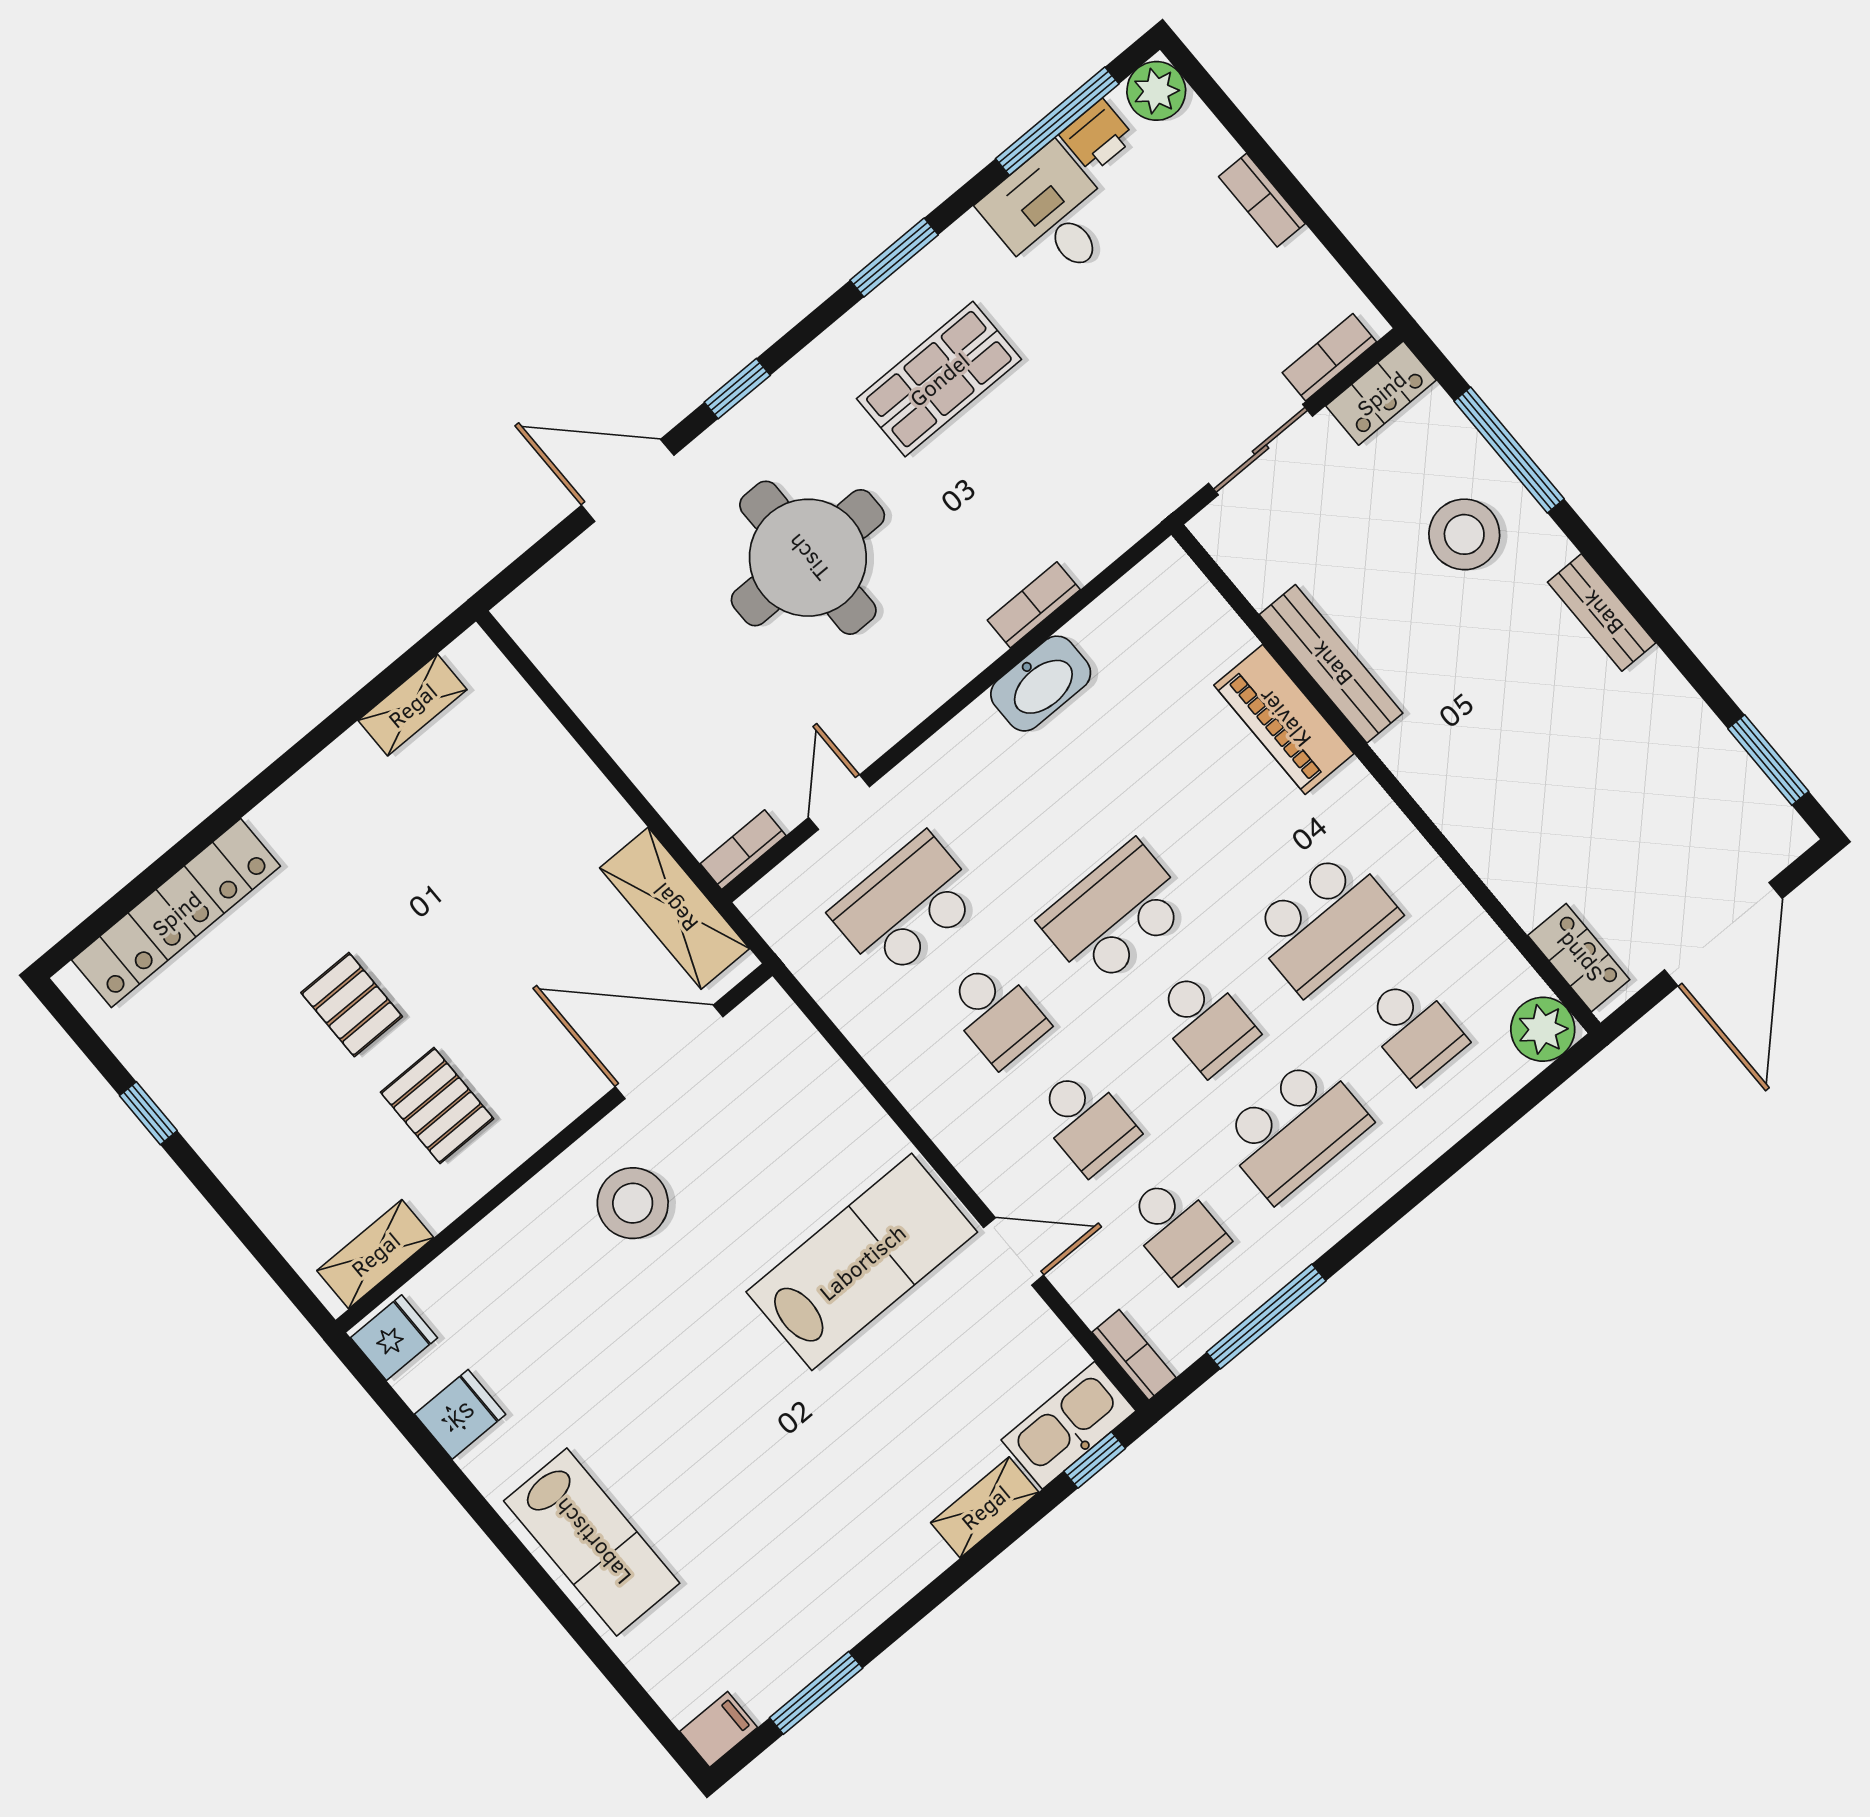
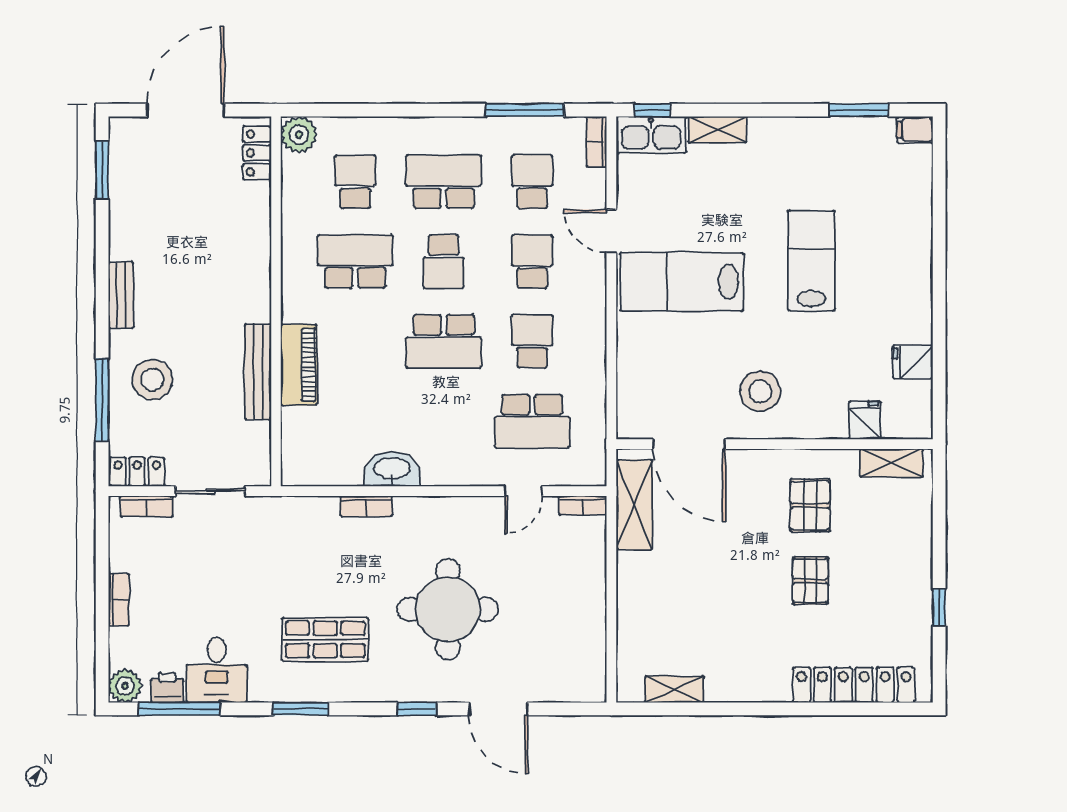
school desk: (1205, 1021) -> (444, 262), turned 180
fridge: (394, 1338) -> (865, 420), moved, turned 90
lab bench: (592, 1542) -> (811, 261), moved

